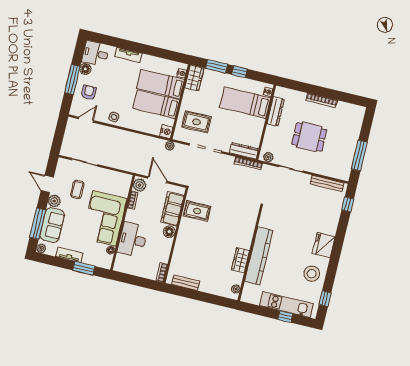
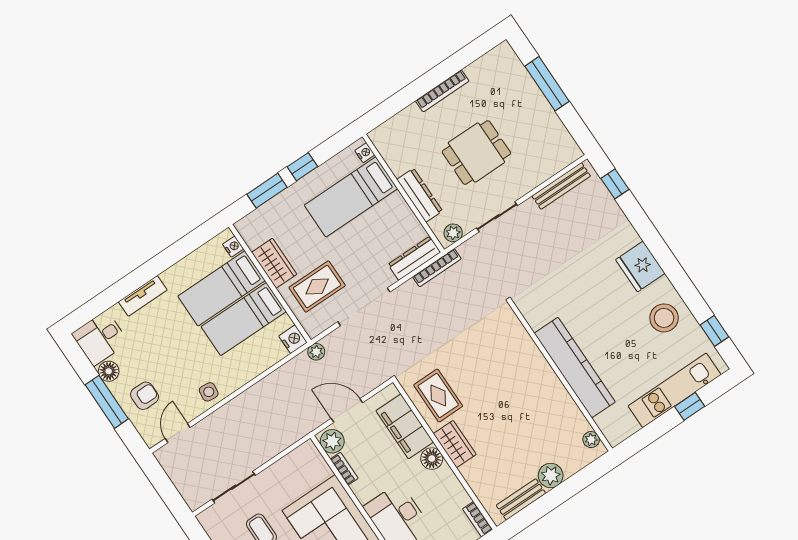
wardrobe: (194, 78) -> (274, 263), moved
armchair: (89, 93) -> (145, 396), turned 90
dresser: (276, 111) -> (420, 195), moved
window: (359, 156) -> (547, 84), moved
rug: (197, 211) -> (438, 396), turned 90
wardrobe: (240, 260) -> (455, 444), moved, turned 180
plant: (206, 286) -> (551, 475), added

